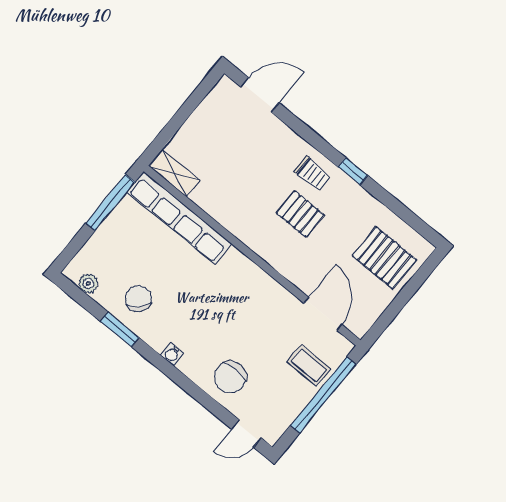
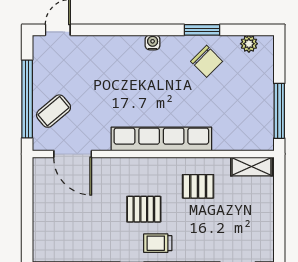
row of seats: (179, 218) -> (161, 139), moved
pallet: (384, 258) -> (198, 186), moved, width x0.67, depth x0.71
coffee table: (309, 365) -> (54, 111), turned -40
chair: (230, 377) -> (100, 59), removed

